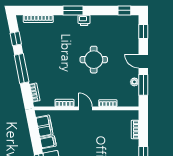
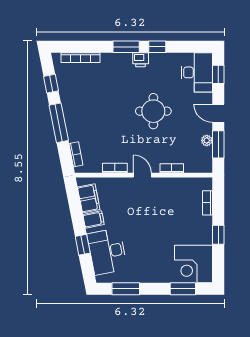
window: (124, 10) -> (157, 47), moved
desk: (127, 30) -> (197, 72), added

